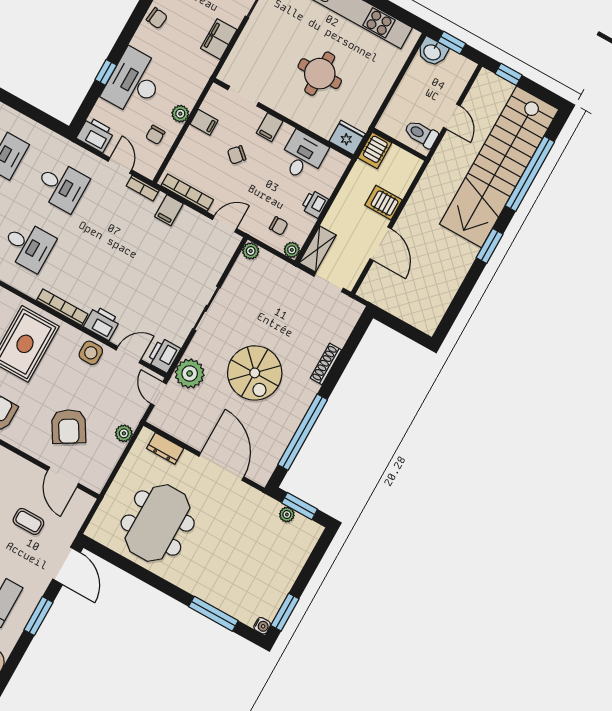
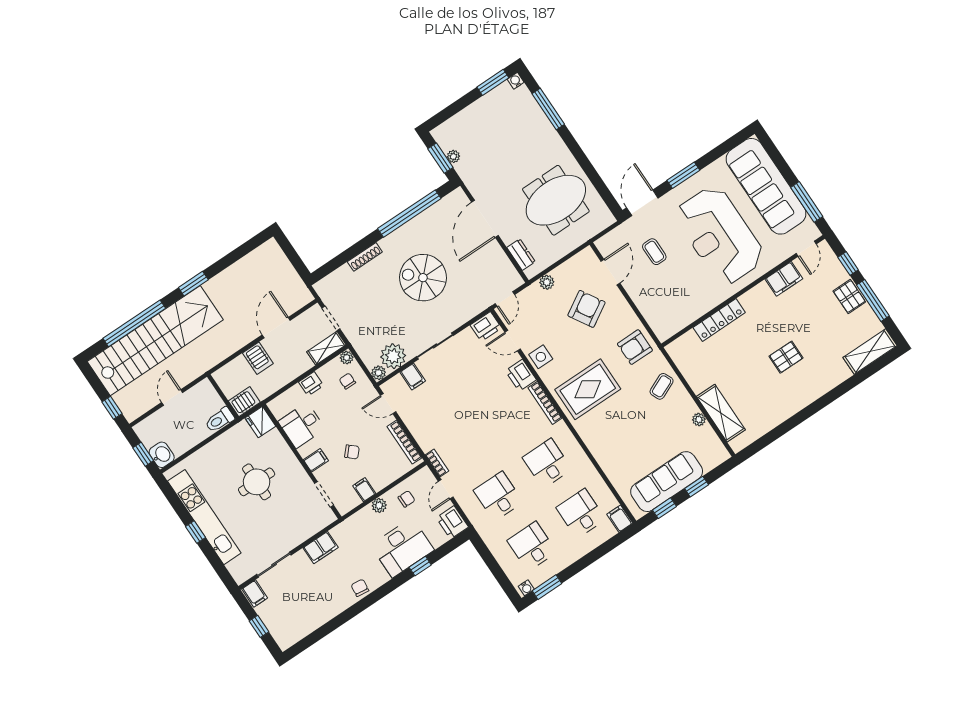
toilet: (421, 134) -> (220, 420), moved, turned 90
filing cabinet: (169, 210) -> (413, 377), moved, turned 90
spiral stairs: (255, 373) -> (423, 278), turned -90
plant: (190, 374) -> (393, 356), moved

